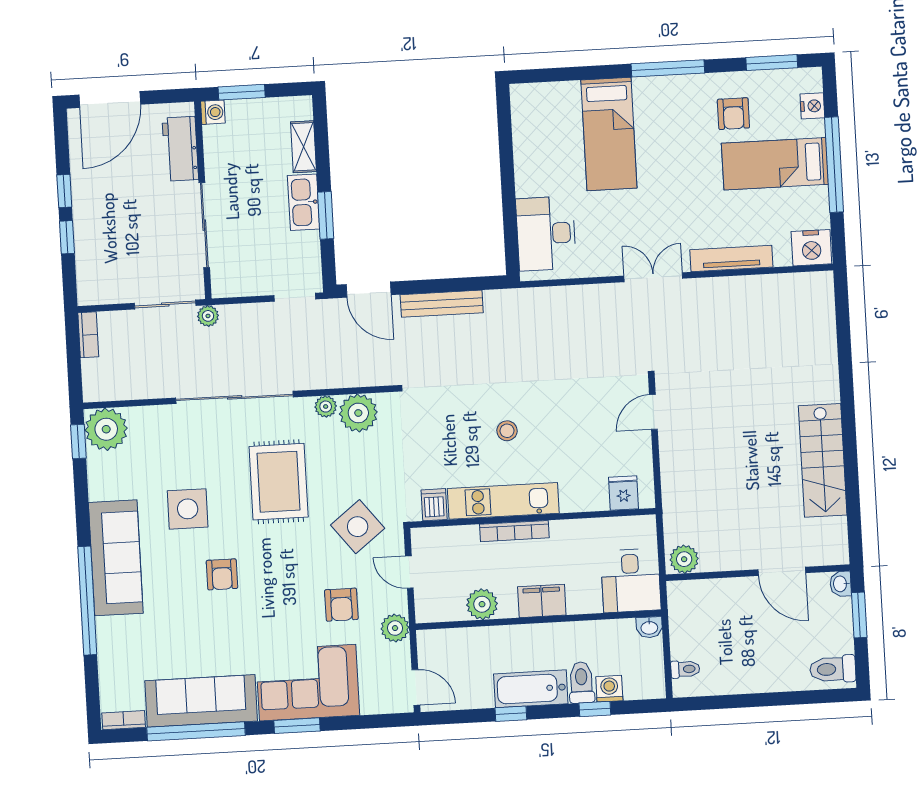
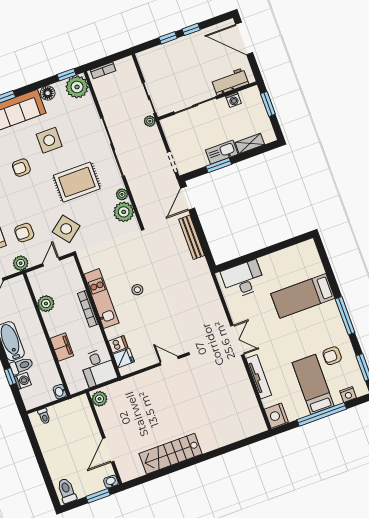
washing machine: (213, 112) -> (234, 100), moved
bookcase: (88, 335) -> (103, 70), moved
floor lamp: (101, 486) -> (48, 93), added
dishwasher: (434, 505) -> (118, 344), moved
desk: (631, 581) -> (98, 367), moved, turned -90
filing cabinet: (542, 601) -> (62, 347), moved

